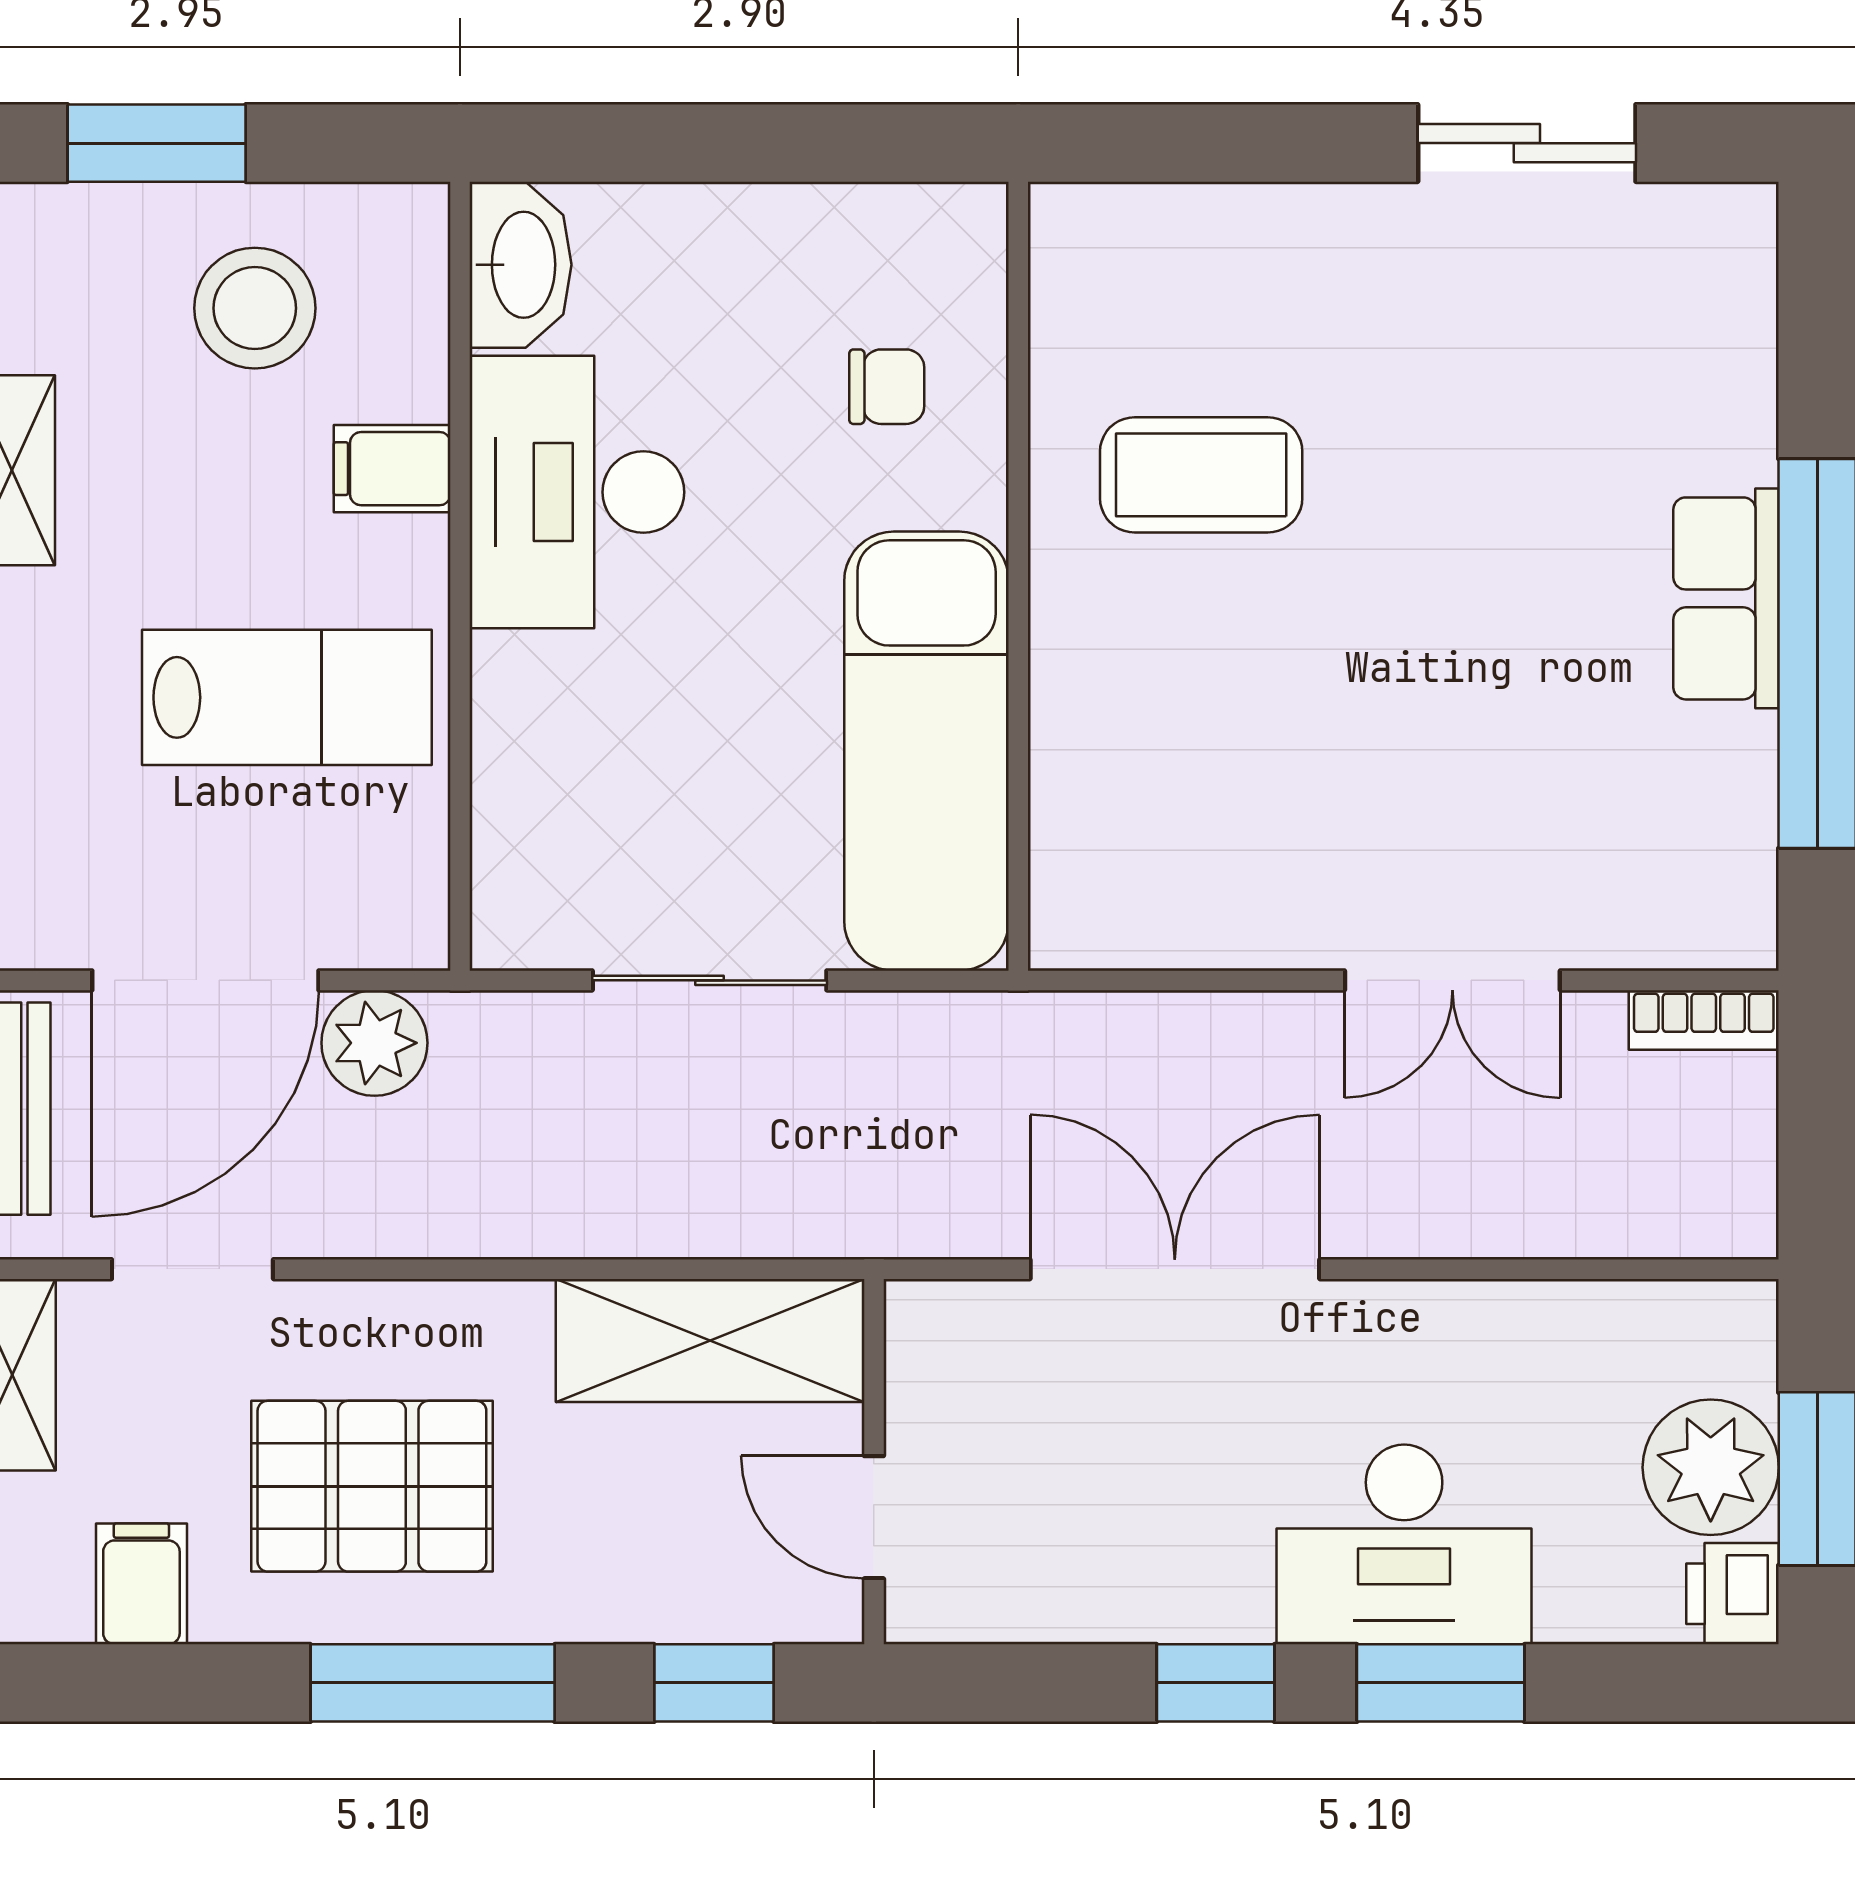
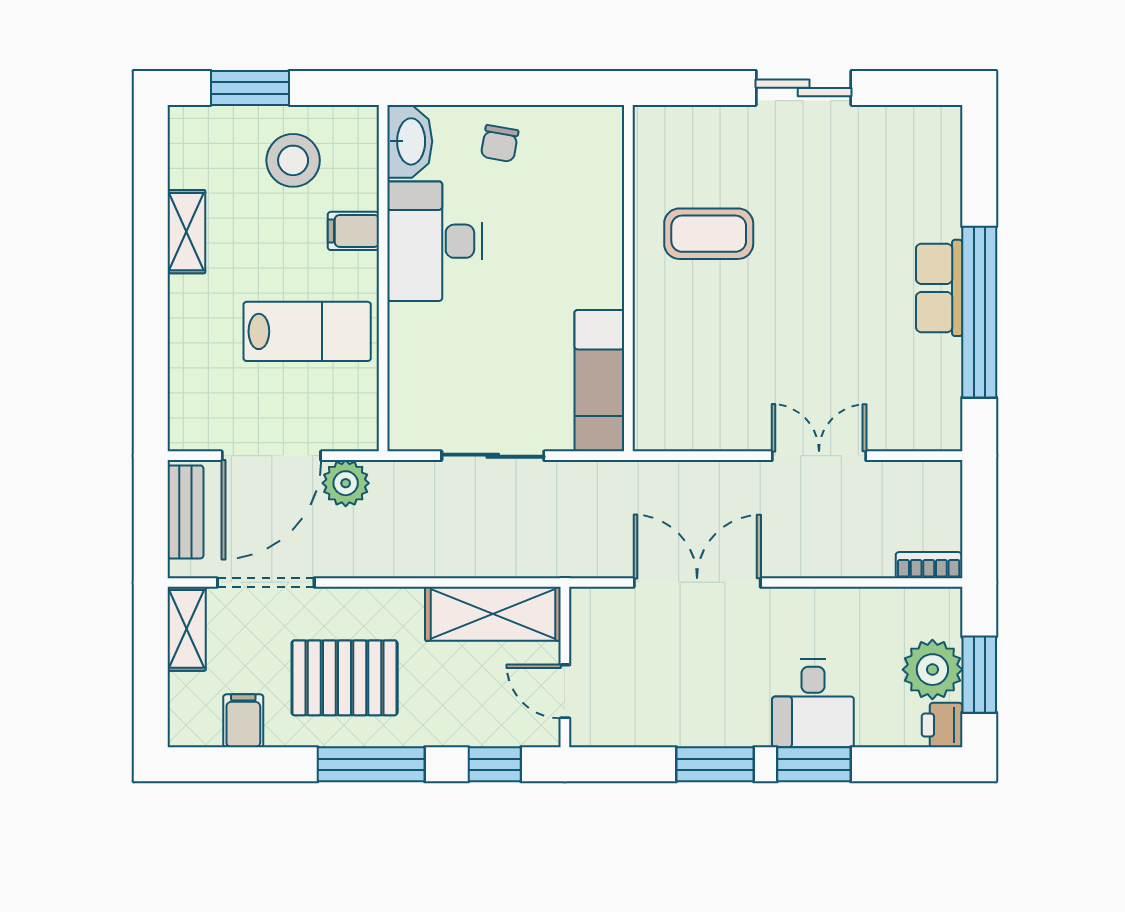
sliding door: (1527, 143) -> (804, 88), moved
chair: (887, 387) -> (500, 144), moved, turned 100
exam couch: (927, 751) -> (599, 381), width x0.73, depth x0.69
double door: (1452, 980) -> (819, 456), swing flipped
bookcase: (1704, 1020) -> (929, 565), moved, turned 180
doorway: (192, 1269) -> (266, 582), width x1.38
desk: (1404, 1544) -> (813, 703), width x0.73
window: (1216, 1683) -> (715, 764), width x1.50

